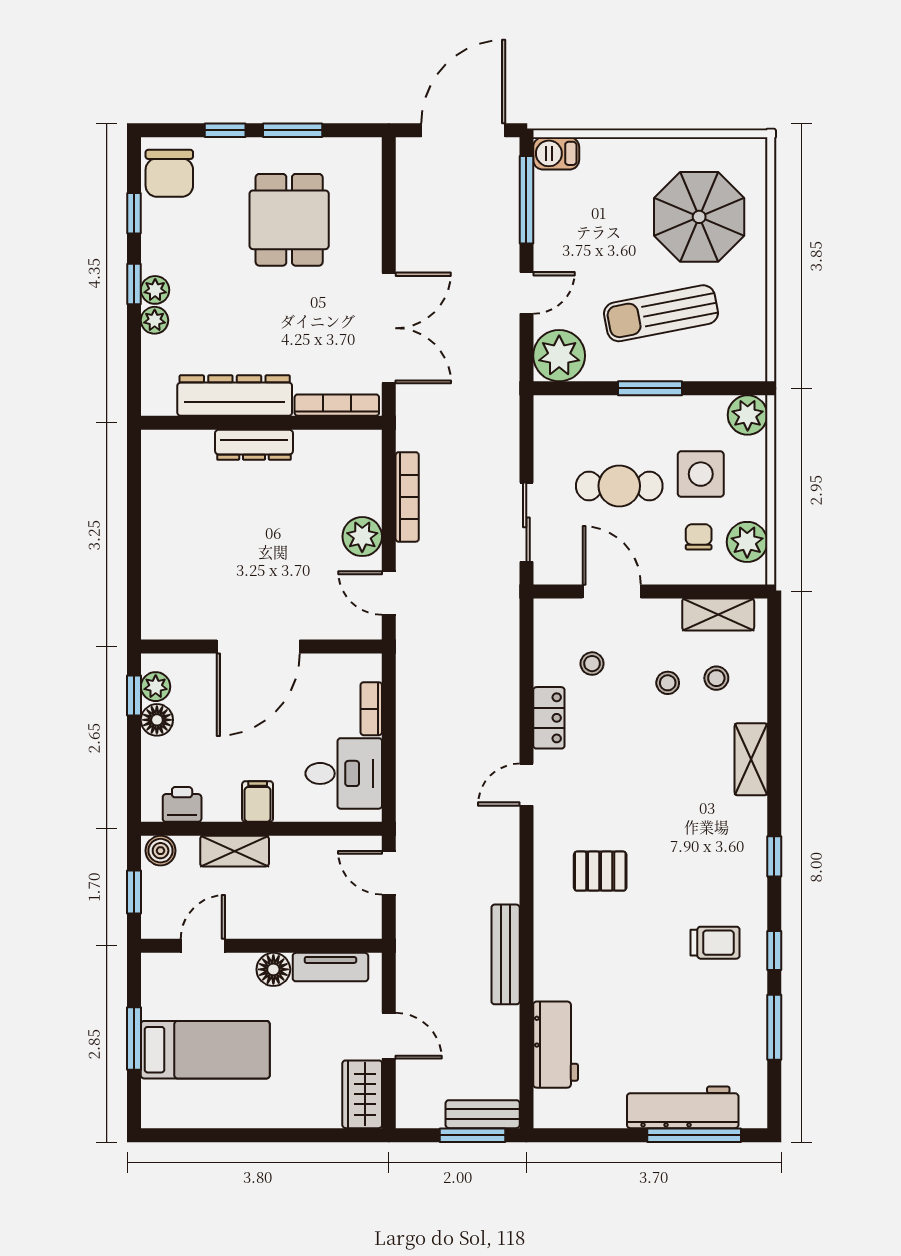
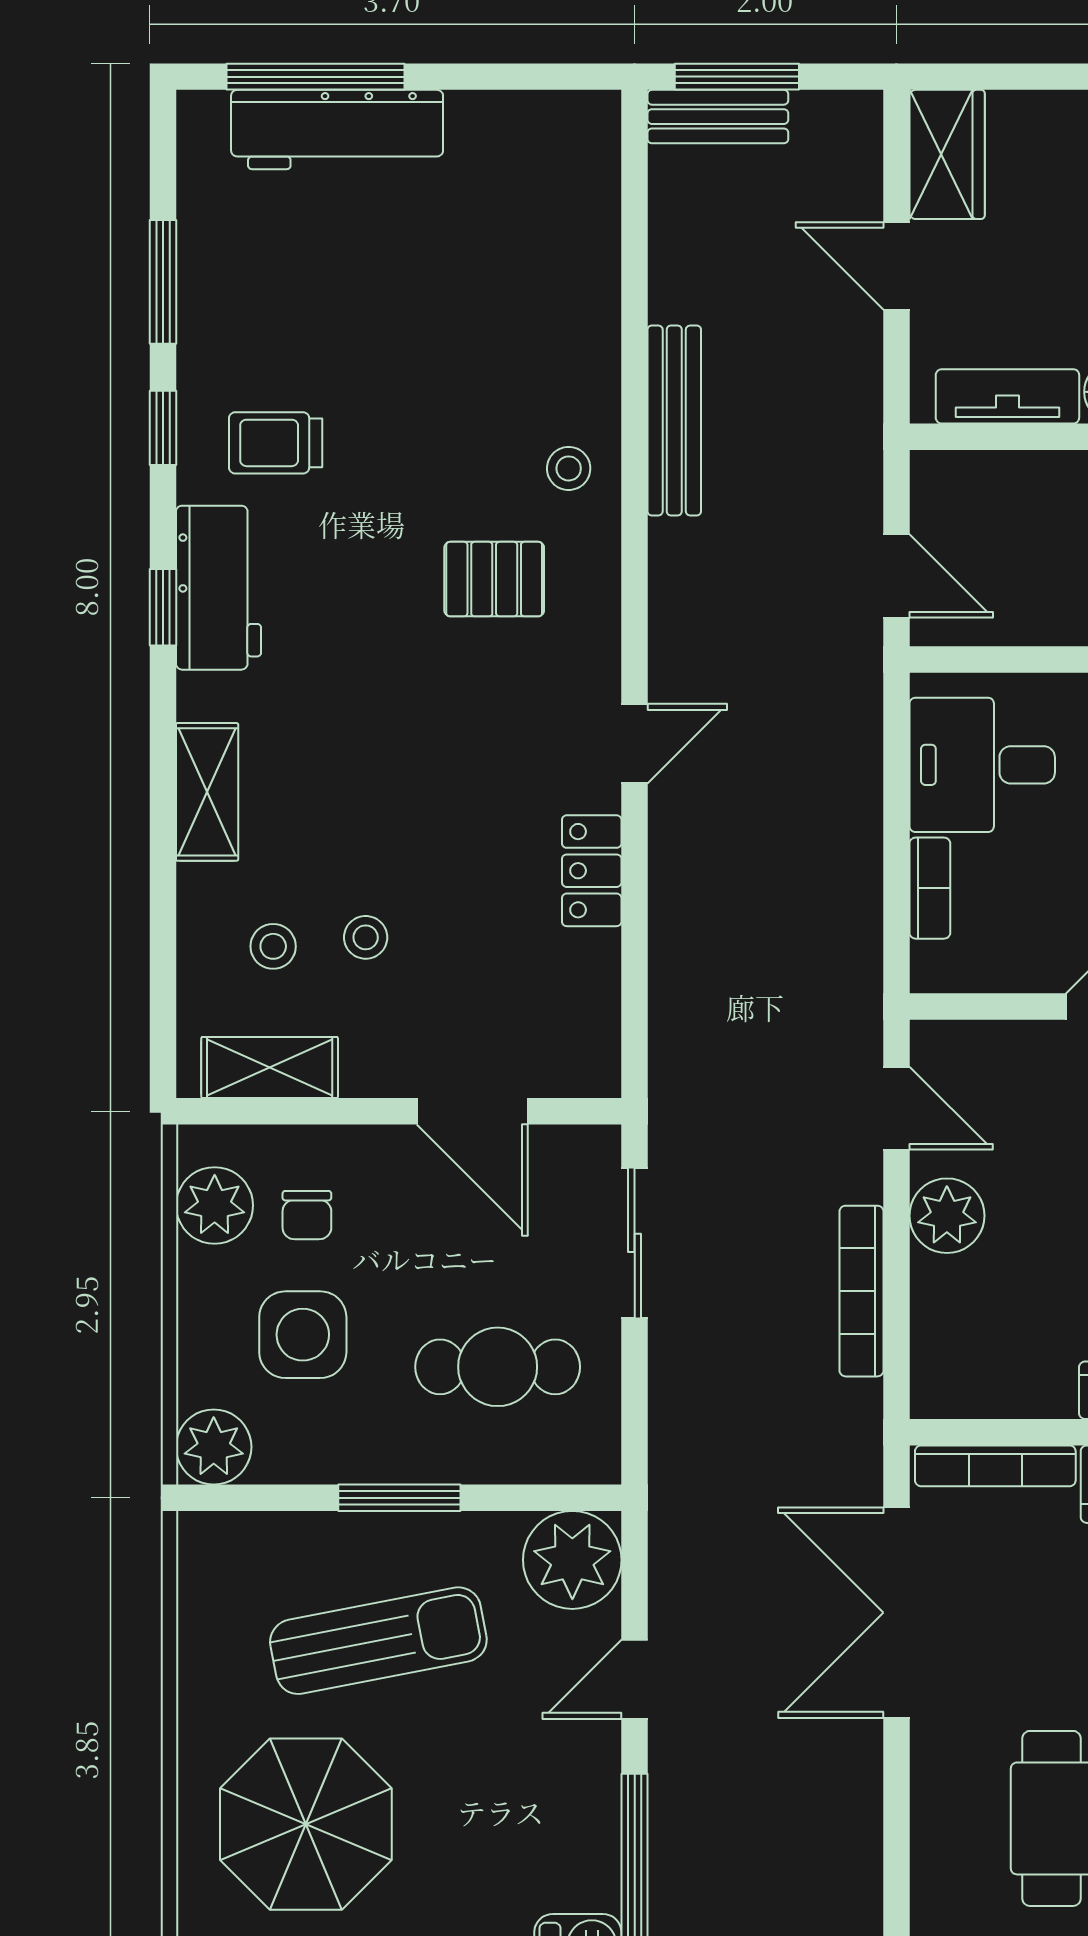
cafe table: (619, 486) -> (498, 1367), moved
stool: (592, 664) -> (569, 468), moved
workbench: (556, 1045) -> (219, 588), moved, turned 180

